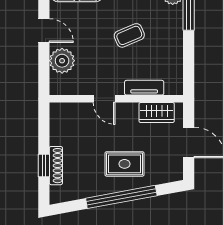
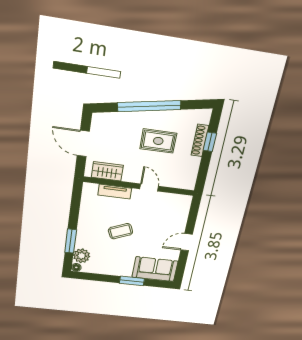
door: (44, 31) -> (187, 242), hinge flipped
plant: (62, 61) -> (177, 220), removed
rug: (125, 164) -> (158, 141), moved

